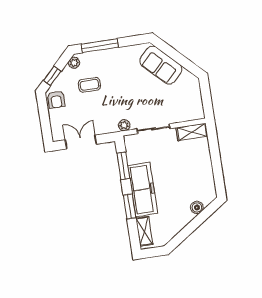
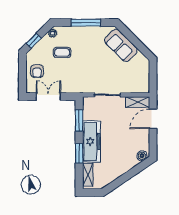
window: (100, 46) -> (86, 23), moved
armchair: (56, 99) -> (37, 71), moved
plant: (124, 125) -> (85, 89), removed
door: (214, 150) -> (153, 119), added
boiler: (197, 207) -> (142, 156), moved

